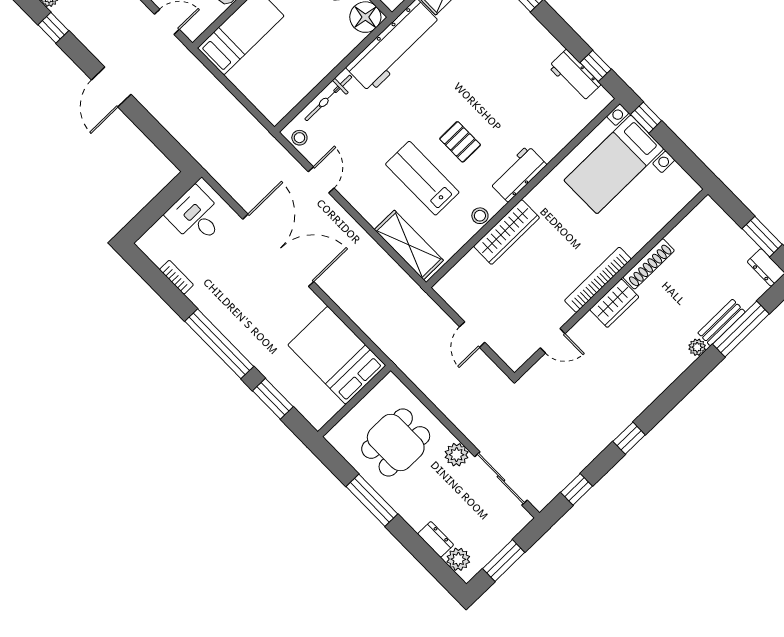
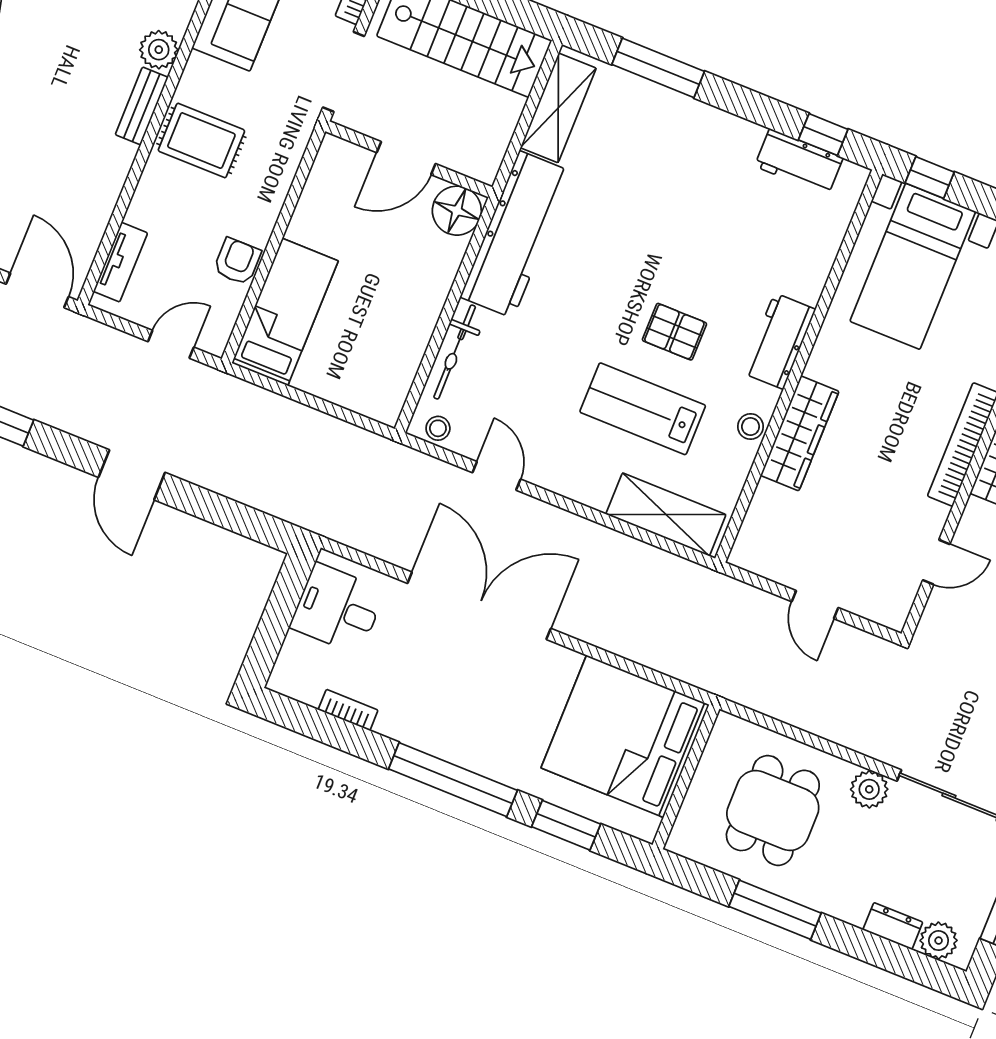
bed: (337, 355) -> (625, 736), width x1.36

